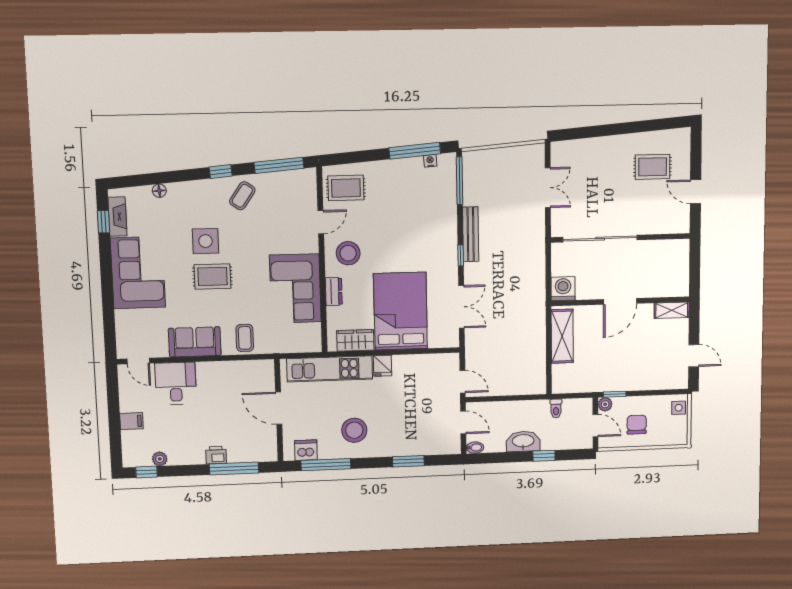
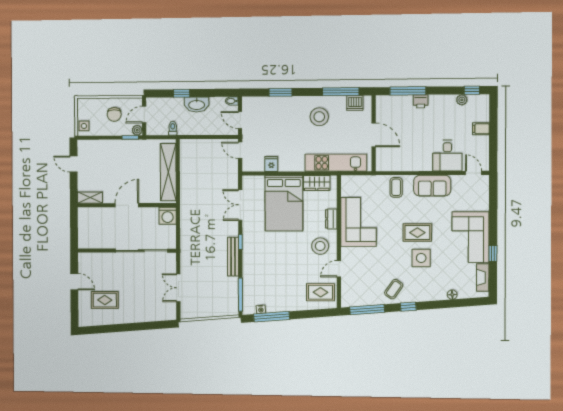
window: (103, 222) -> (493, 253), moved
shelving: (562, 336) -> (168, 172), width x1.47
fridge: (382, 366) -> (271, 164), moved
door: (595, 426) -> (144, 115), hinge flipped

